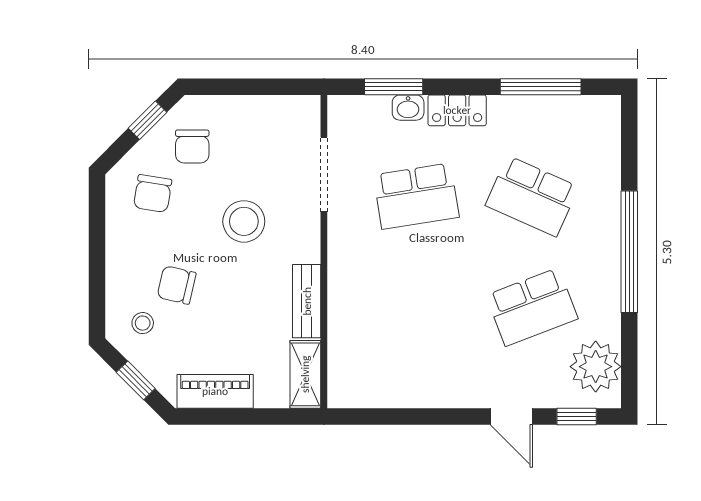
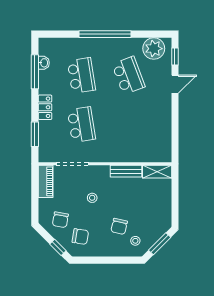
washbasin: (408, 108) -> (44, 63), moved
window: (148, 120) -> (58, 247), moved
chair: (192, 146) -> (60, 220), turned 100
school desk: (532, 196) -> (81, 75), turned -33
stool: (244, 221) -> (92, 198), width x0.53, depth x0.53
window: (136, 380) -> (160, 244), width x1.50
piano: (215, 391) -> (46, 181), moved, turned 180

